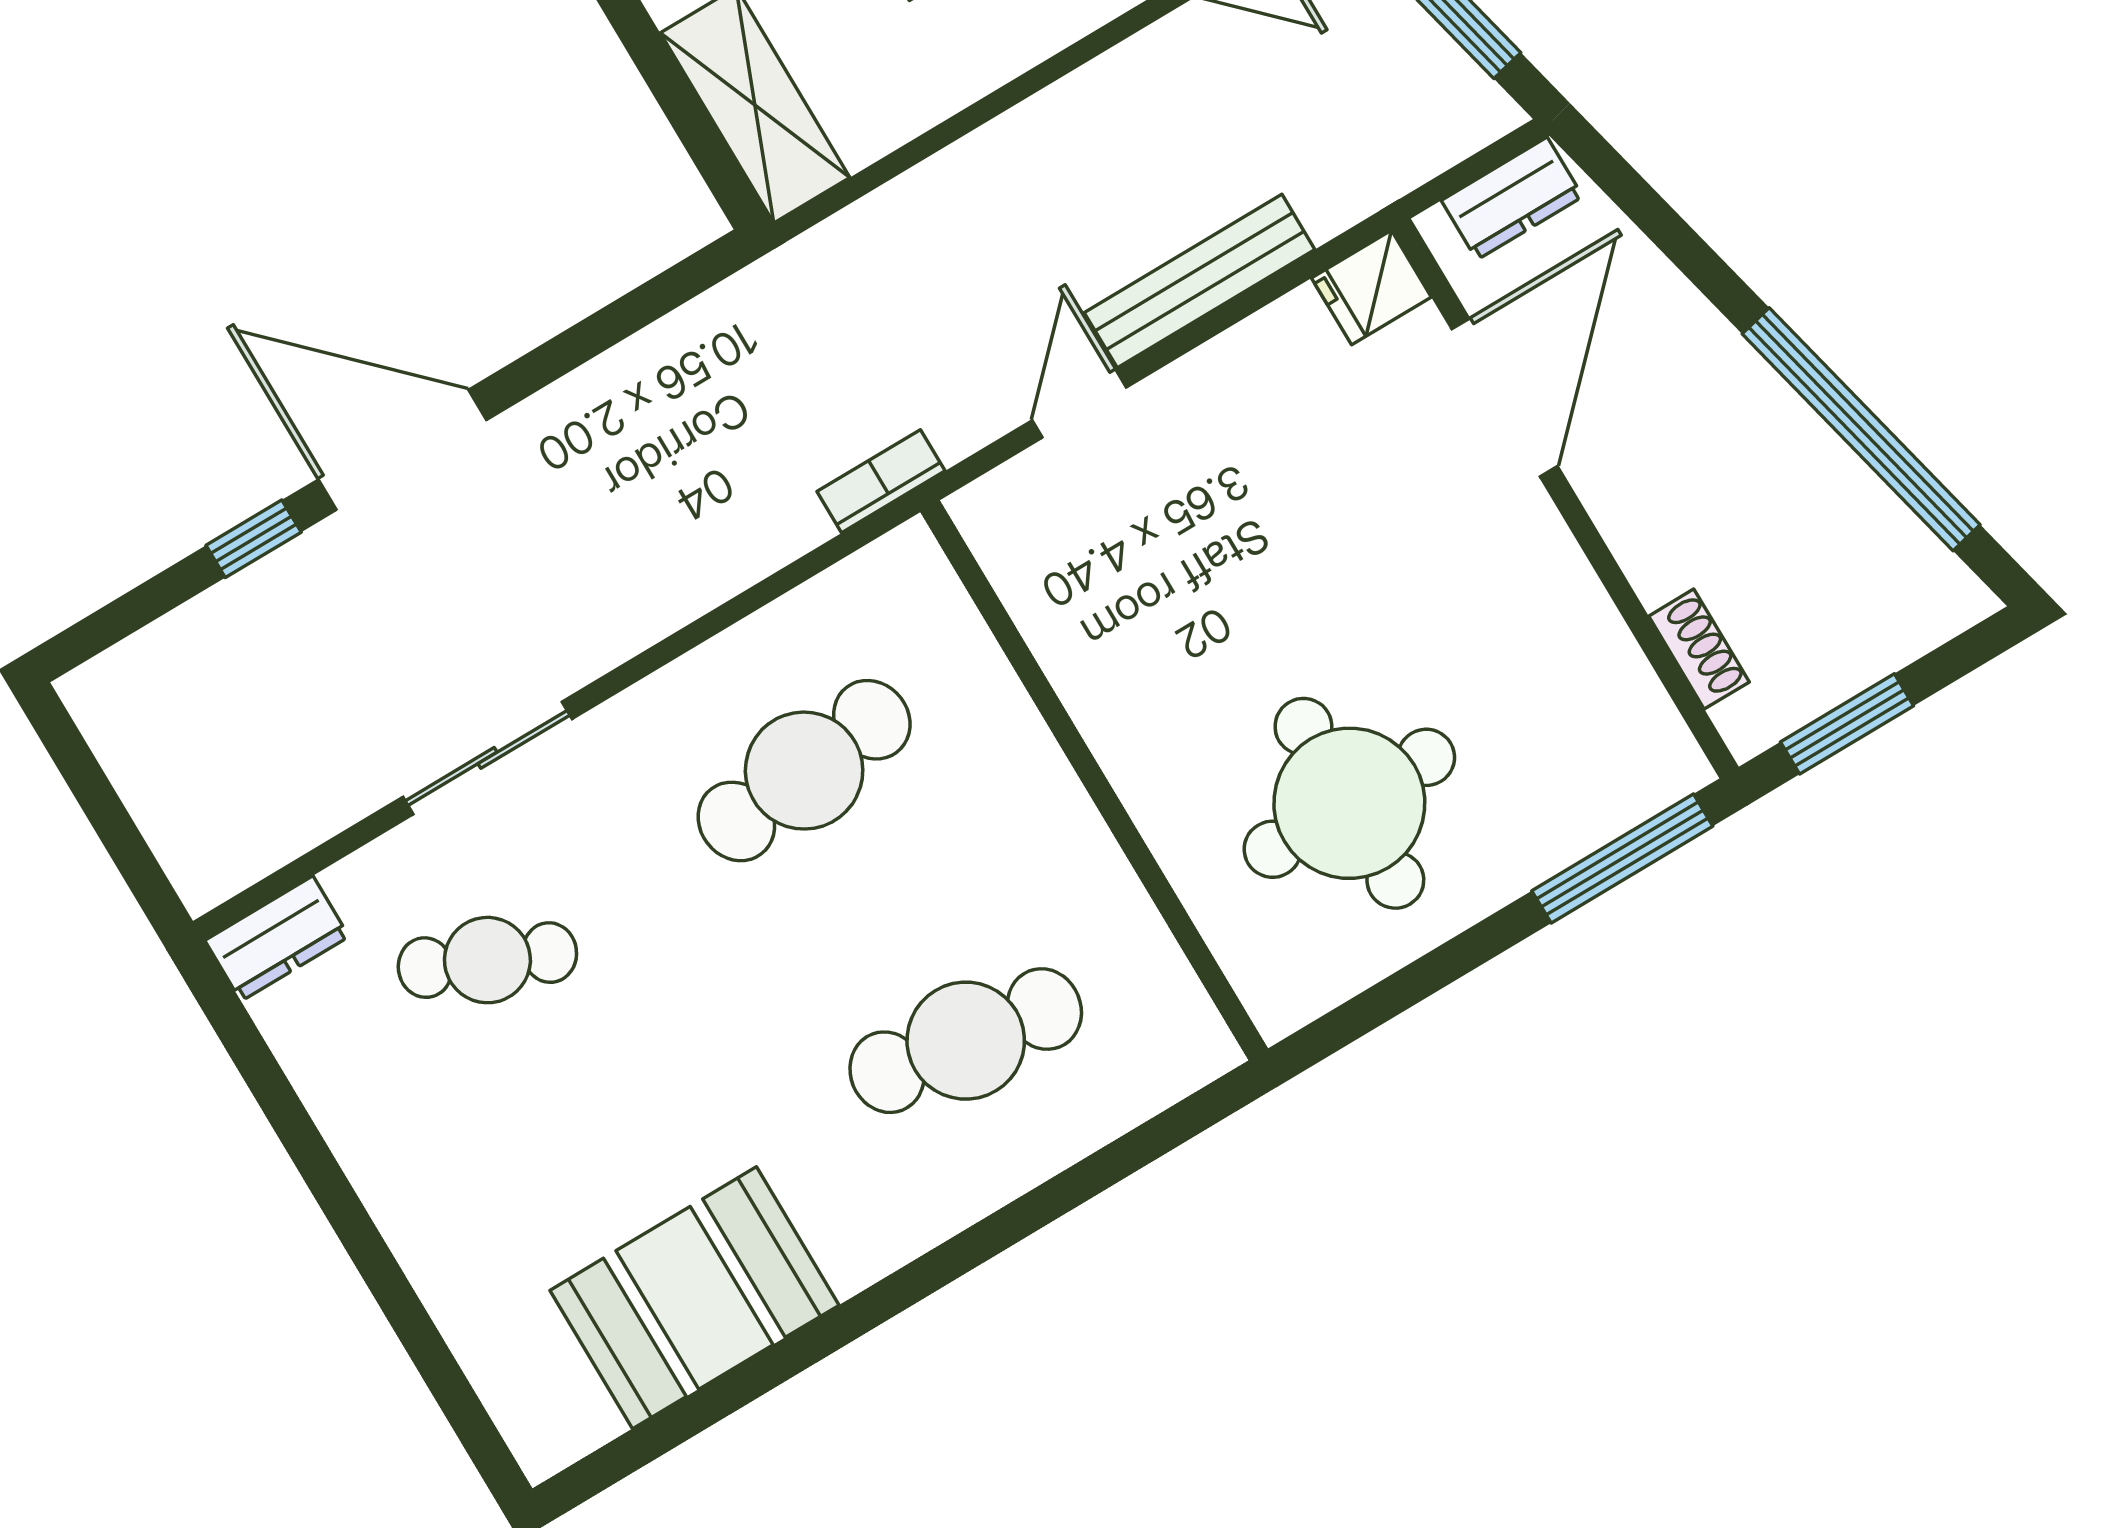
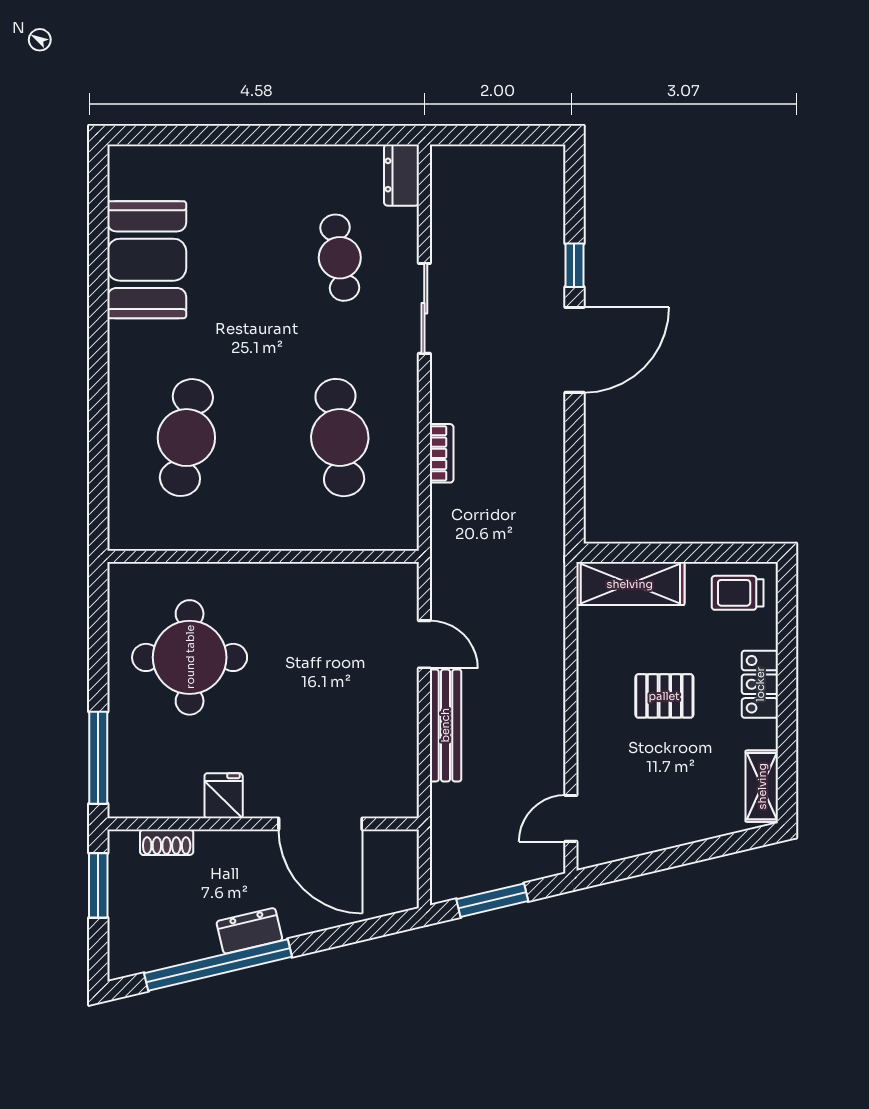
dresser: (1512, 198) -> (249, 931), moved, turned 77
fridge: (1371, 288) -> (224, 796), moved
bookcase: (881, 481) -> (442, 453), moved
cafe table: (487, 960) -> (340, 258), turned -33

